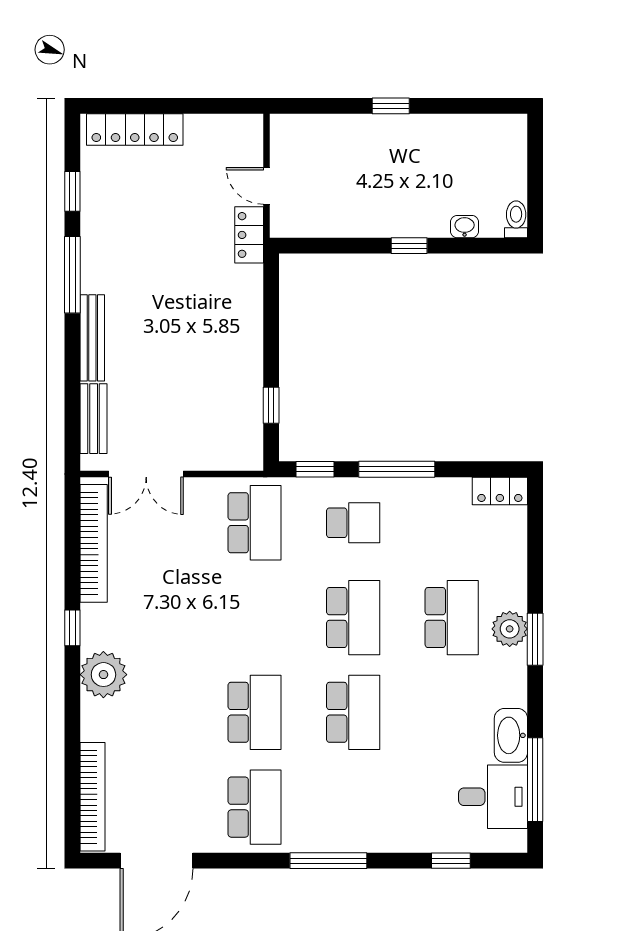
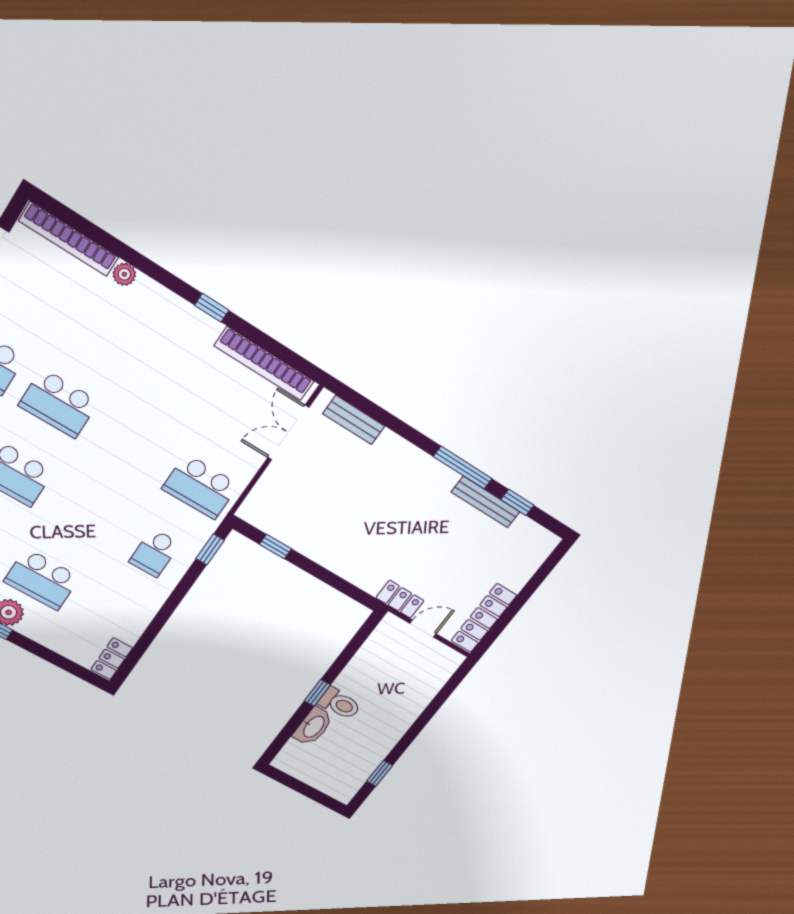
window: (391, 106) -> (380, 773), moved
locker: (135, 130) -> (484, 618), moved
toilet: (516, 219) -> (340, 704), moved, width x1.37, depth x1.39
washbasin: (465, 227) -> (313, 727), width x1.91, depth x1.45
bench: (92, 338) -> (486, 502), moved
window: (397, 469) -> (173, 602), removed
school desk: (353, 618) -> (85, 514), removed
plant: (103, 675) -> (124, 274), moved, width x0.53, depth x0.53

